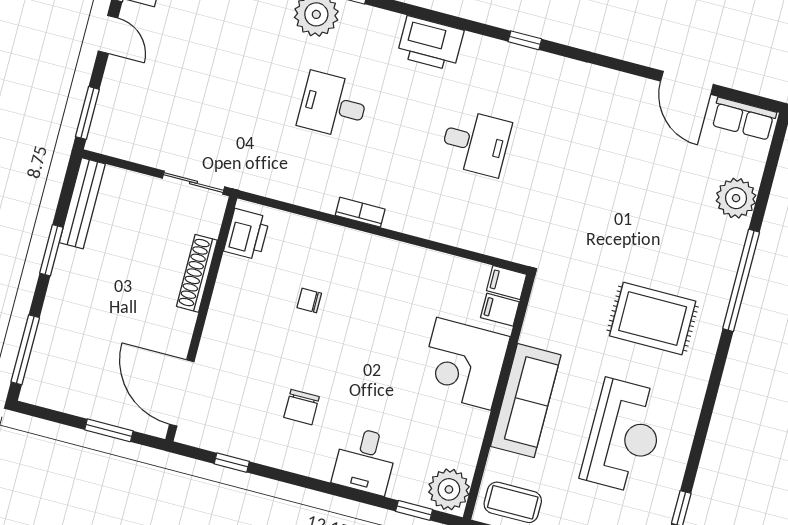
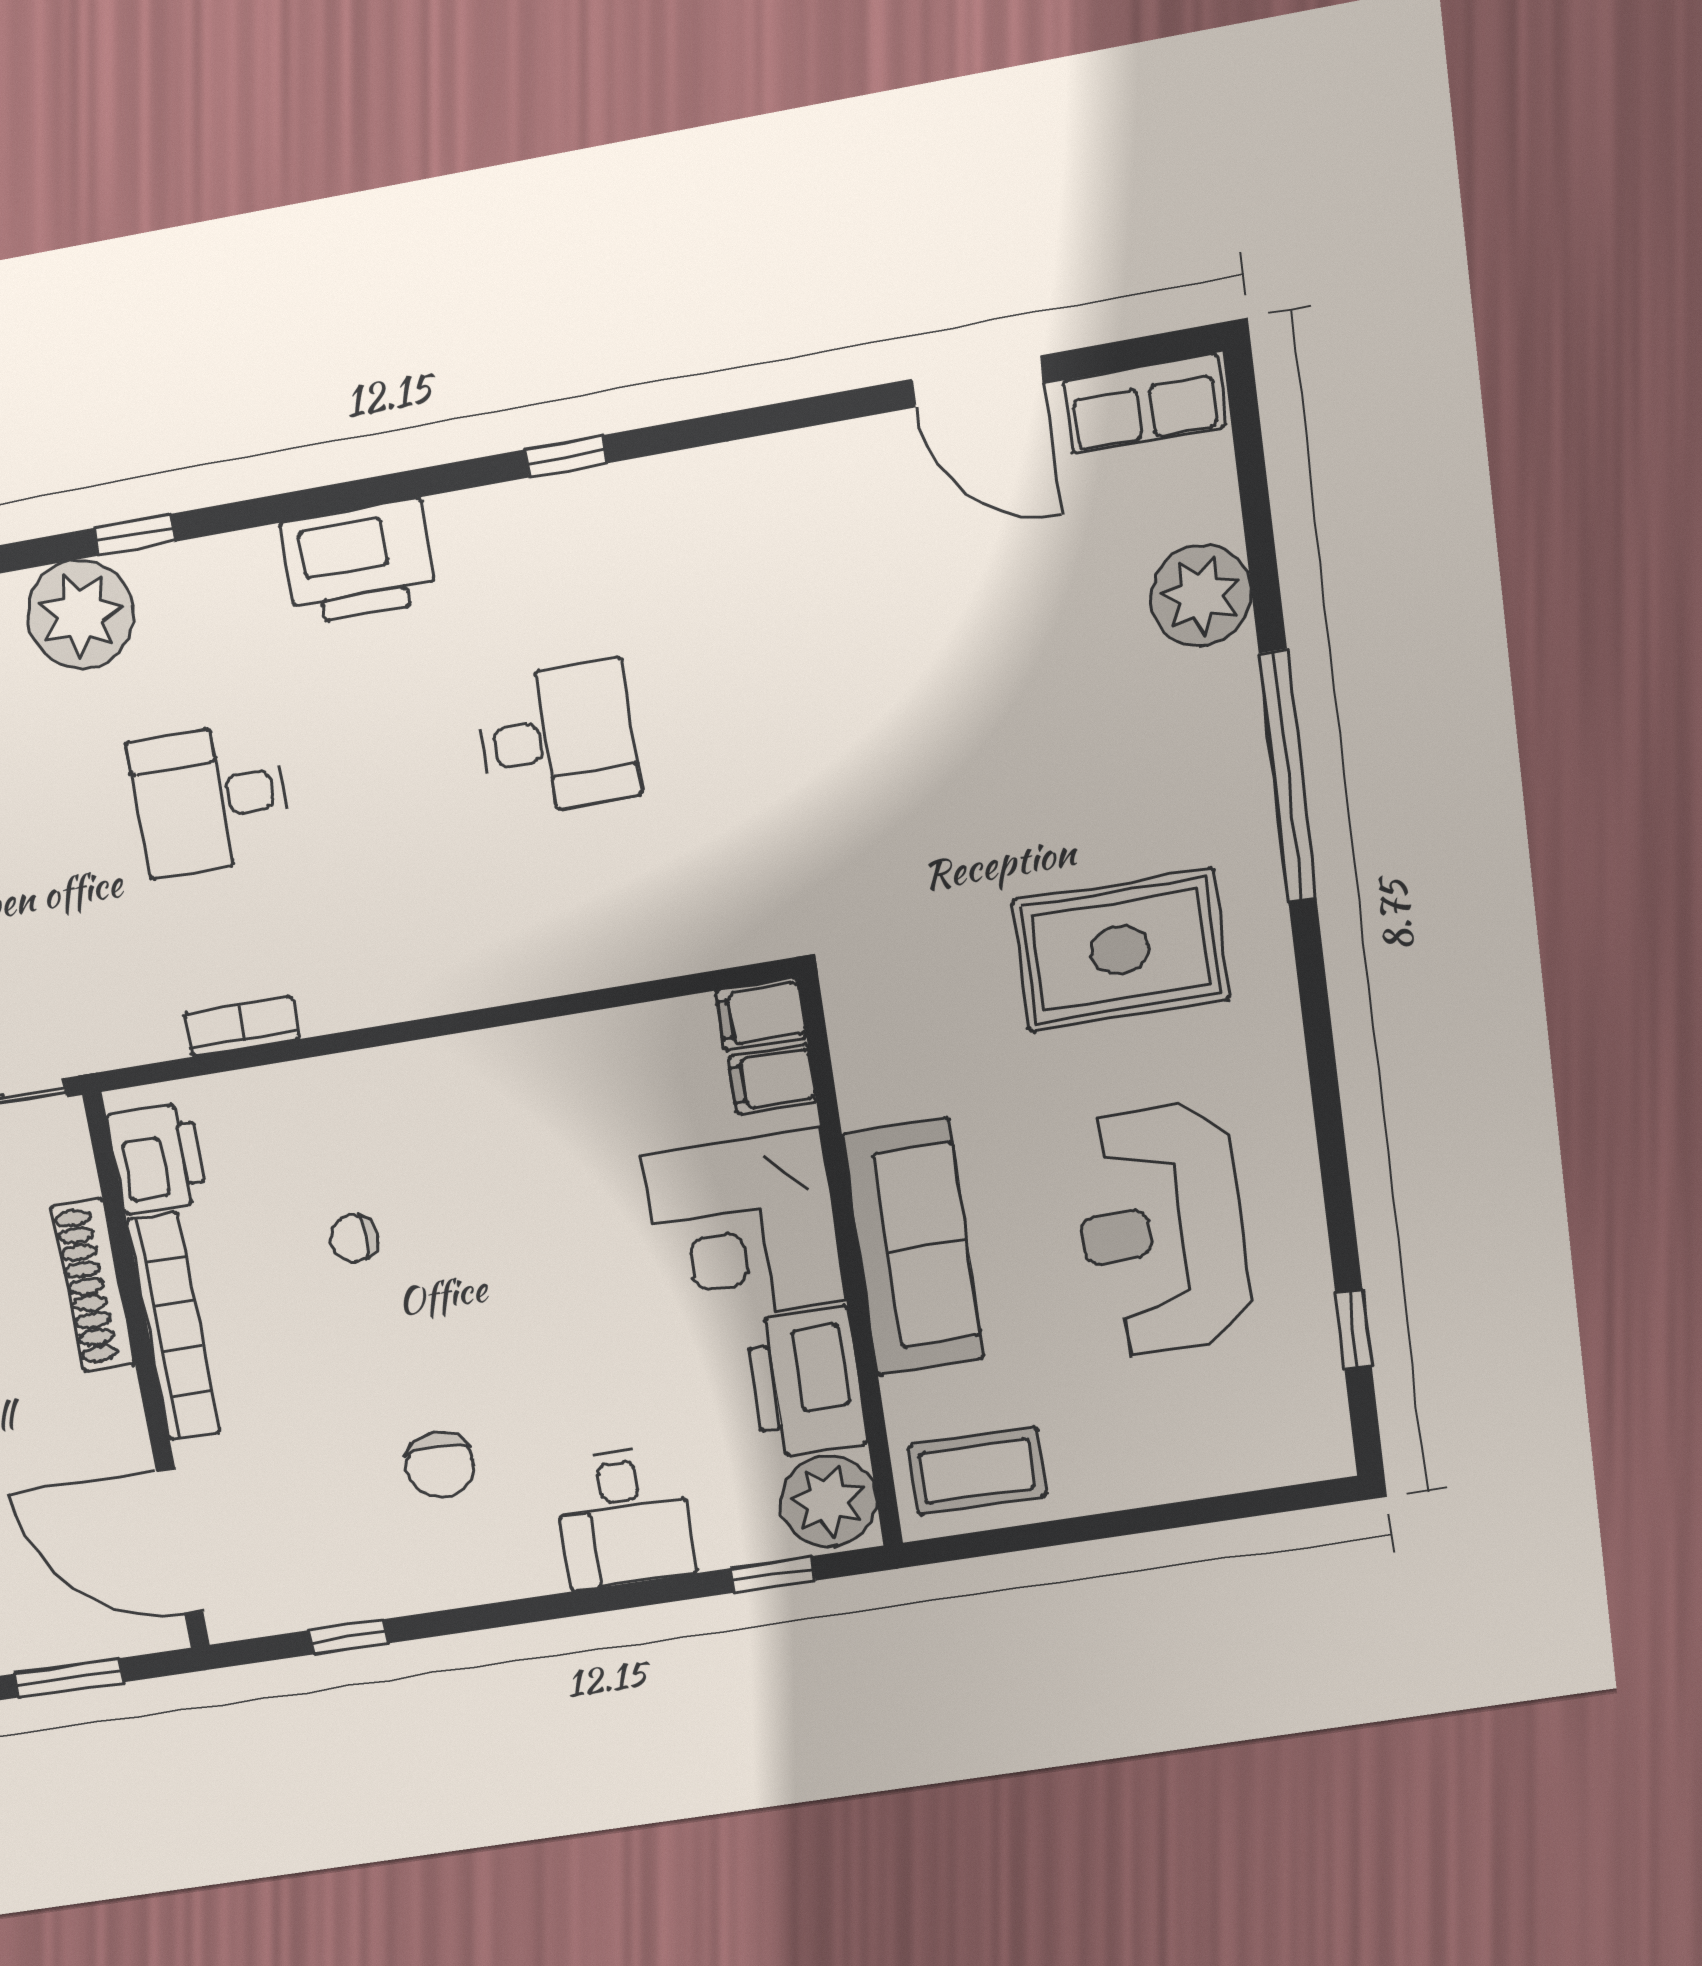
bookcase: (360, 212) -> (242, 1026), moved
bookcase: (221, 304) -> (174, 1327), added
reception desk: (624, 436) -> (1162, 1230), turned 180
printer: (461, 437) -> (806, 1383), added

